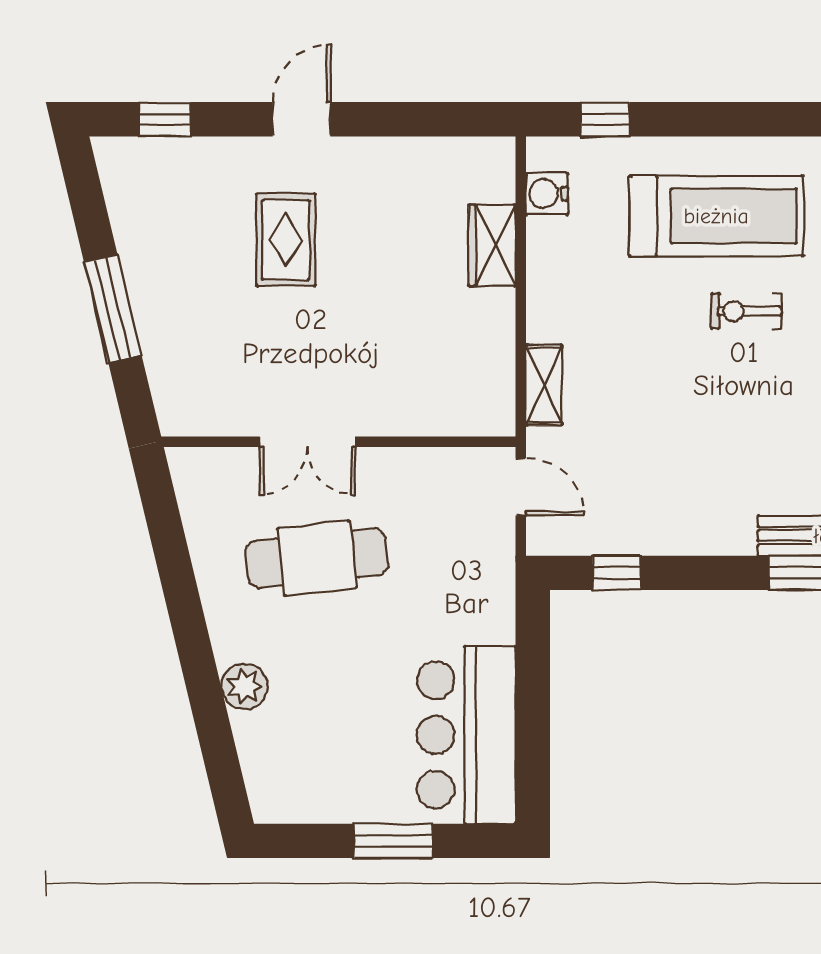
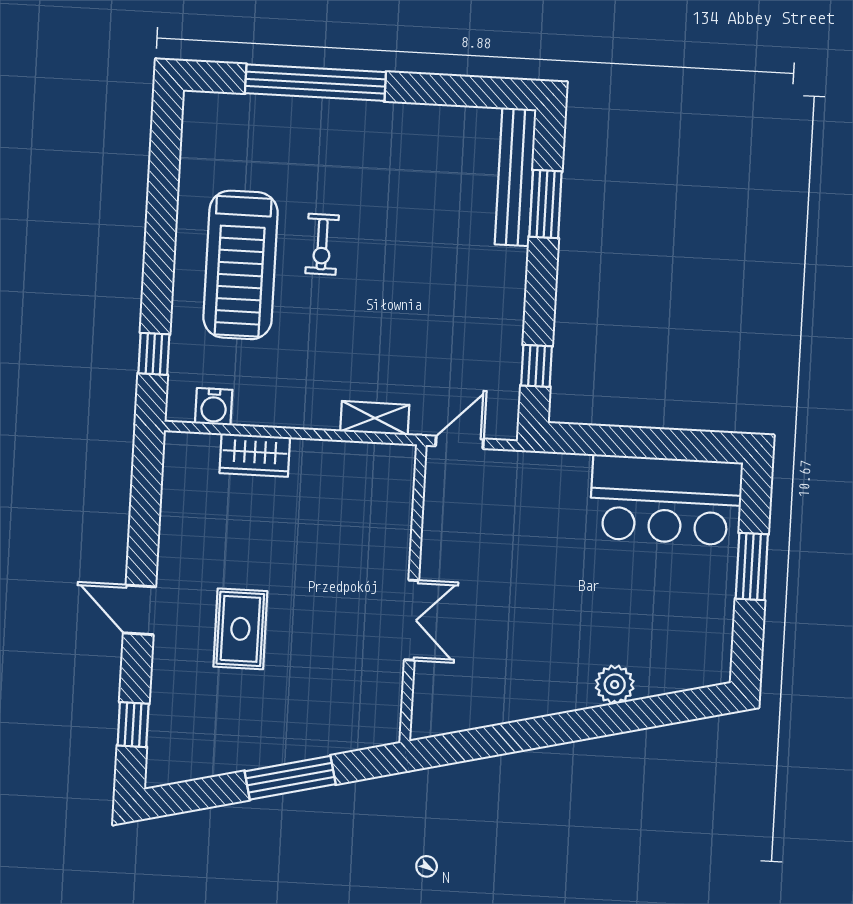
treadmill: (716, 216) -> (241, 265), turned 180
rug: (286, 240) -> (240, 629), turned 90
cafe table: (317, 558) -> (510, 618), removed

